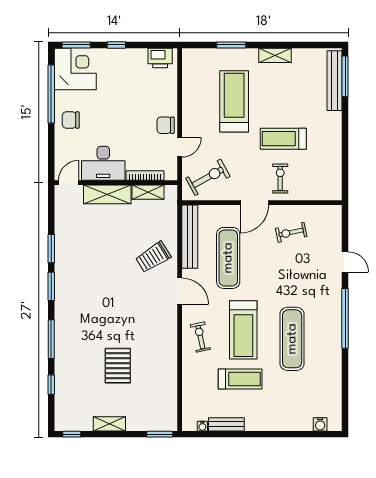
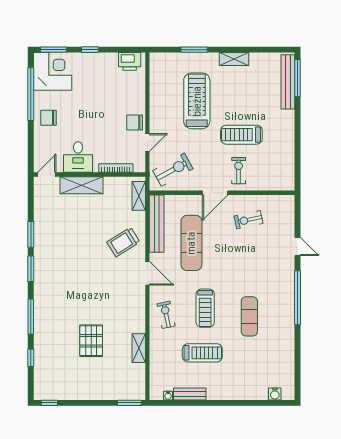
desk: (103, 163) -> (78, 157), width x0.73
shelving: (148, 192) -> (139, 196), moved, turned 90
treadmill: (243, 330) -> (205, 308), width x0.73, depth x0.73
exercise mat: (292, 339) -> (249, 316), width x0.73, depth x0.69
shelving: (109, 424) -> (139, 348), moved, turned 90

